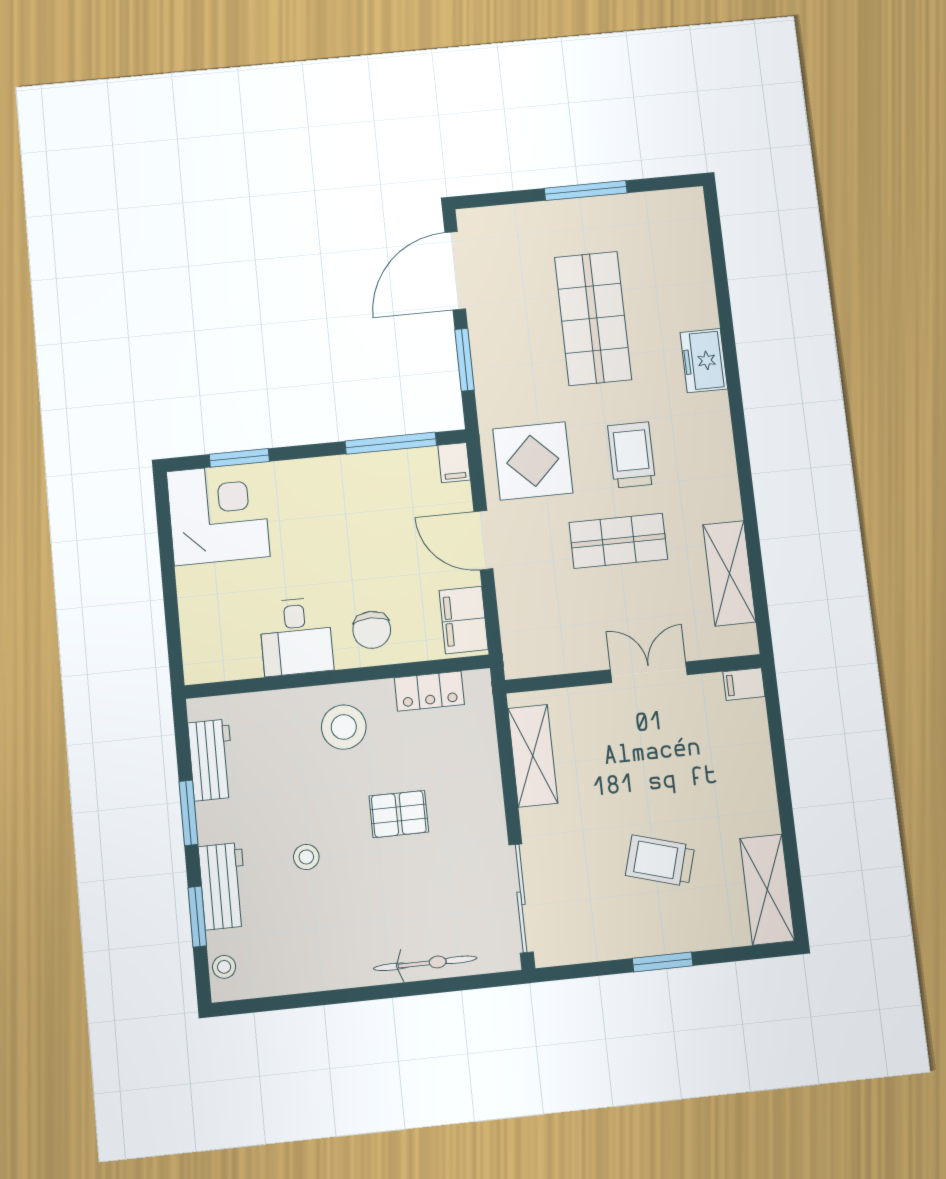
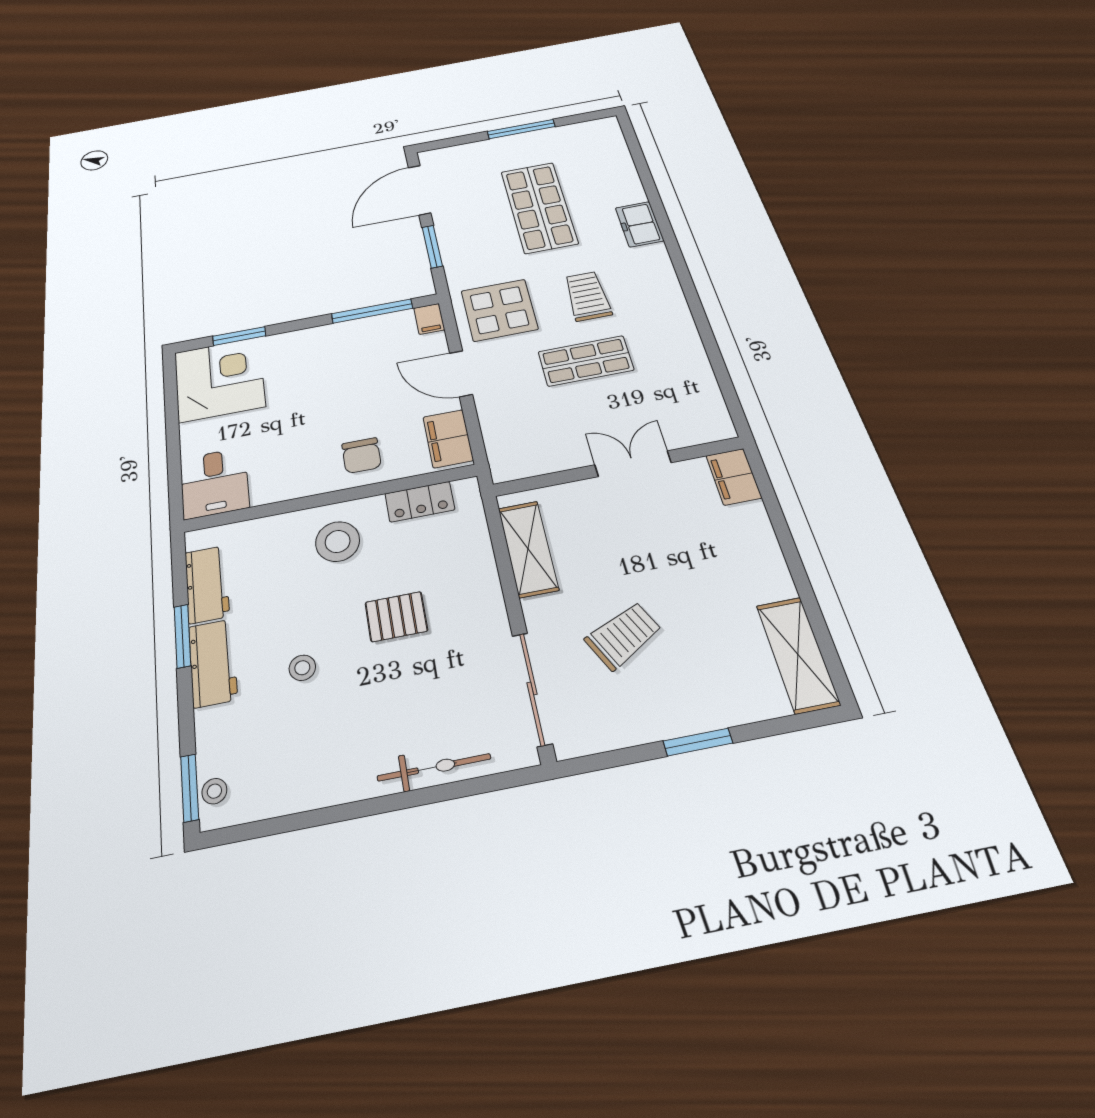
shelving: (729, 573) -> (695, 375), removed
desk: (296, 637) -> (214, 483), moved
filing cabinet: (744, 684) -> (734, 477), width x2.00
trolley: (660, 861) -> (623, 635), moved, turned 137
workbench: (223, 886) -> (213, 663), moved
window: (197, 917) -> (190, 788), moved

